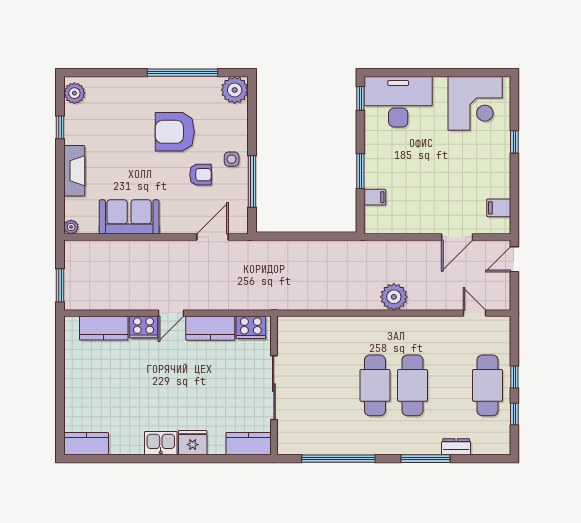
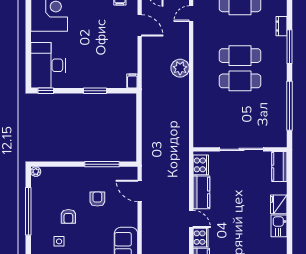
plant: (235, 90) -> (36, 172), width x0.53, depth x0.53
armchair: (175, 132) -> (68, 216), width x0.53, depth x0.53
side table: (232, 159) -> (59, 241), moved
filing cabinet: (375, 197) -> (132, 81), moved

